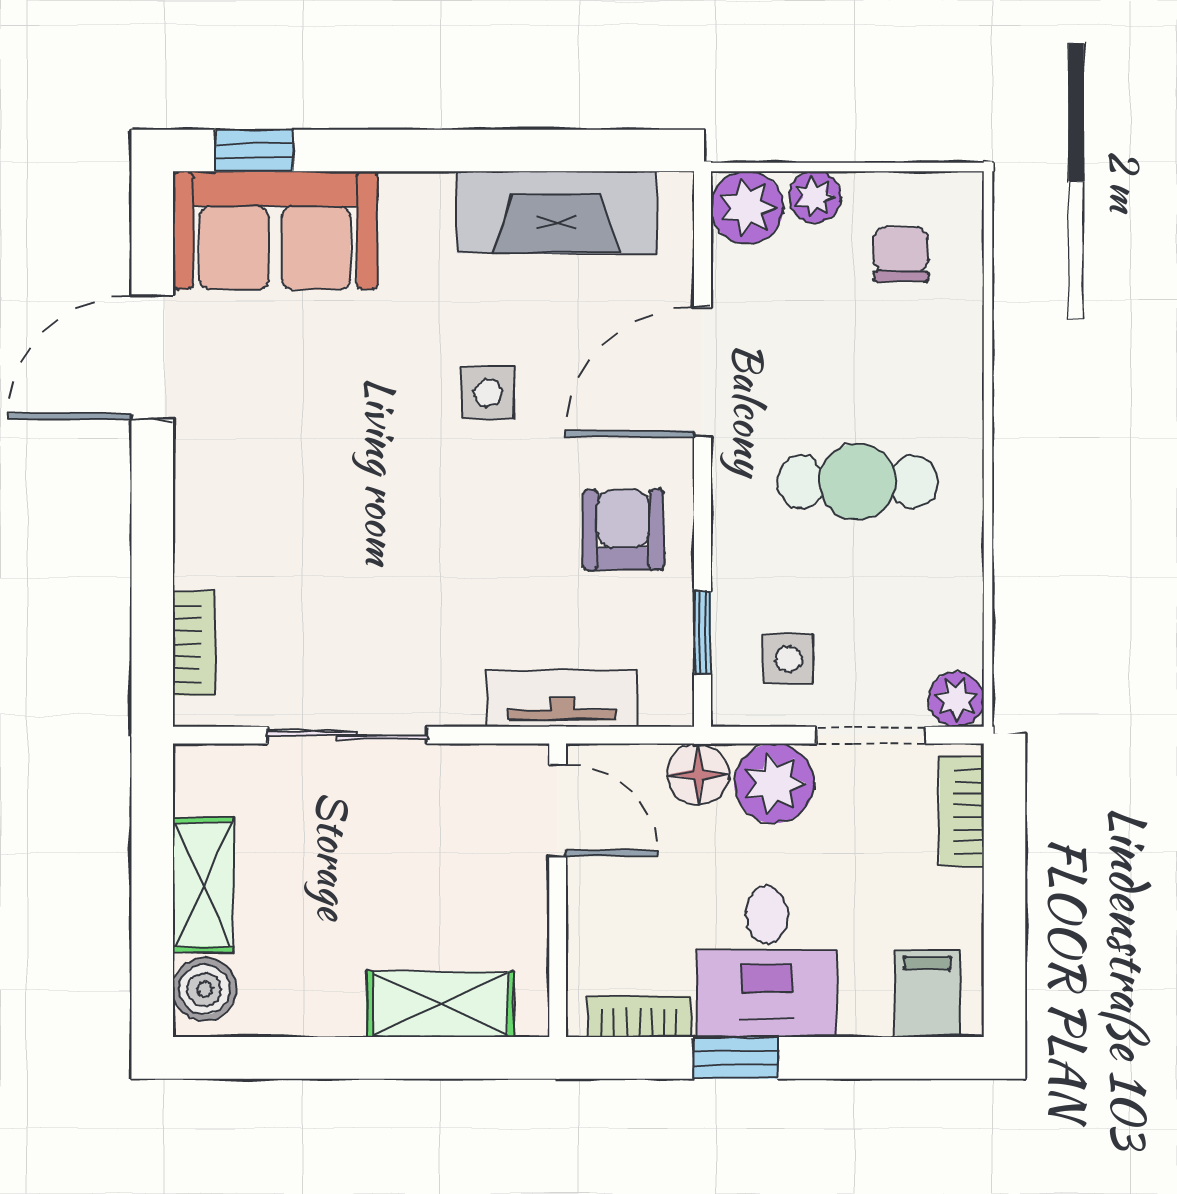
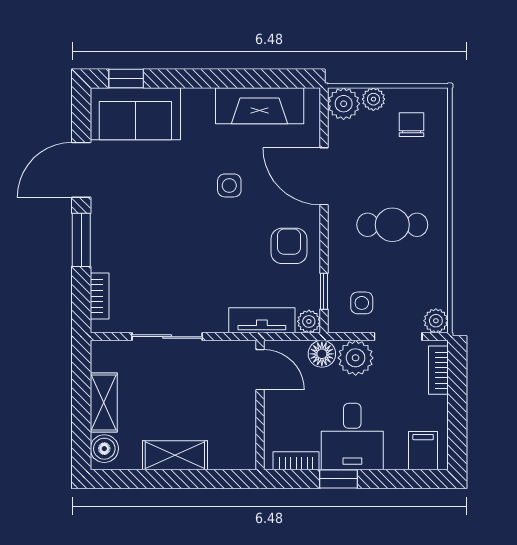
door: (702, 372) -> (324, 176), hinge flipped
window: (152, 516) -> (81, 240), added
plant: (668, 701) -> (309, 321), added
shelving: (440, 1004) -> (175, 455), moved

